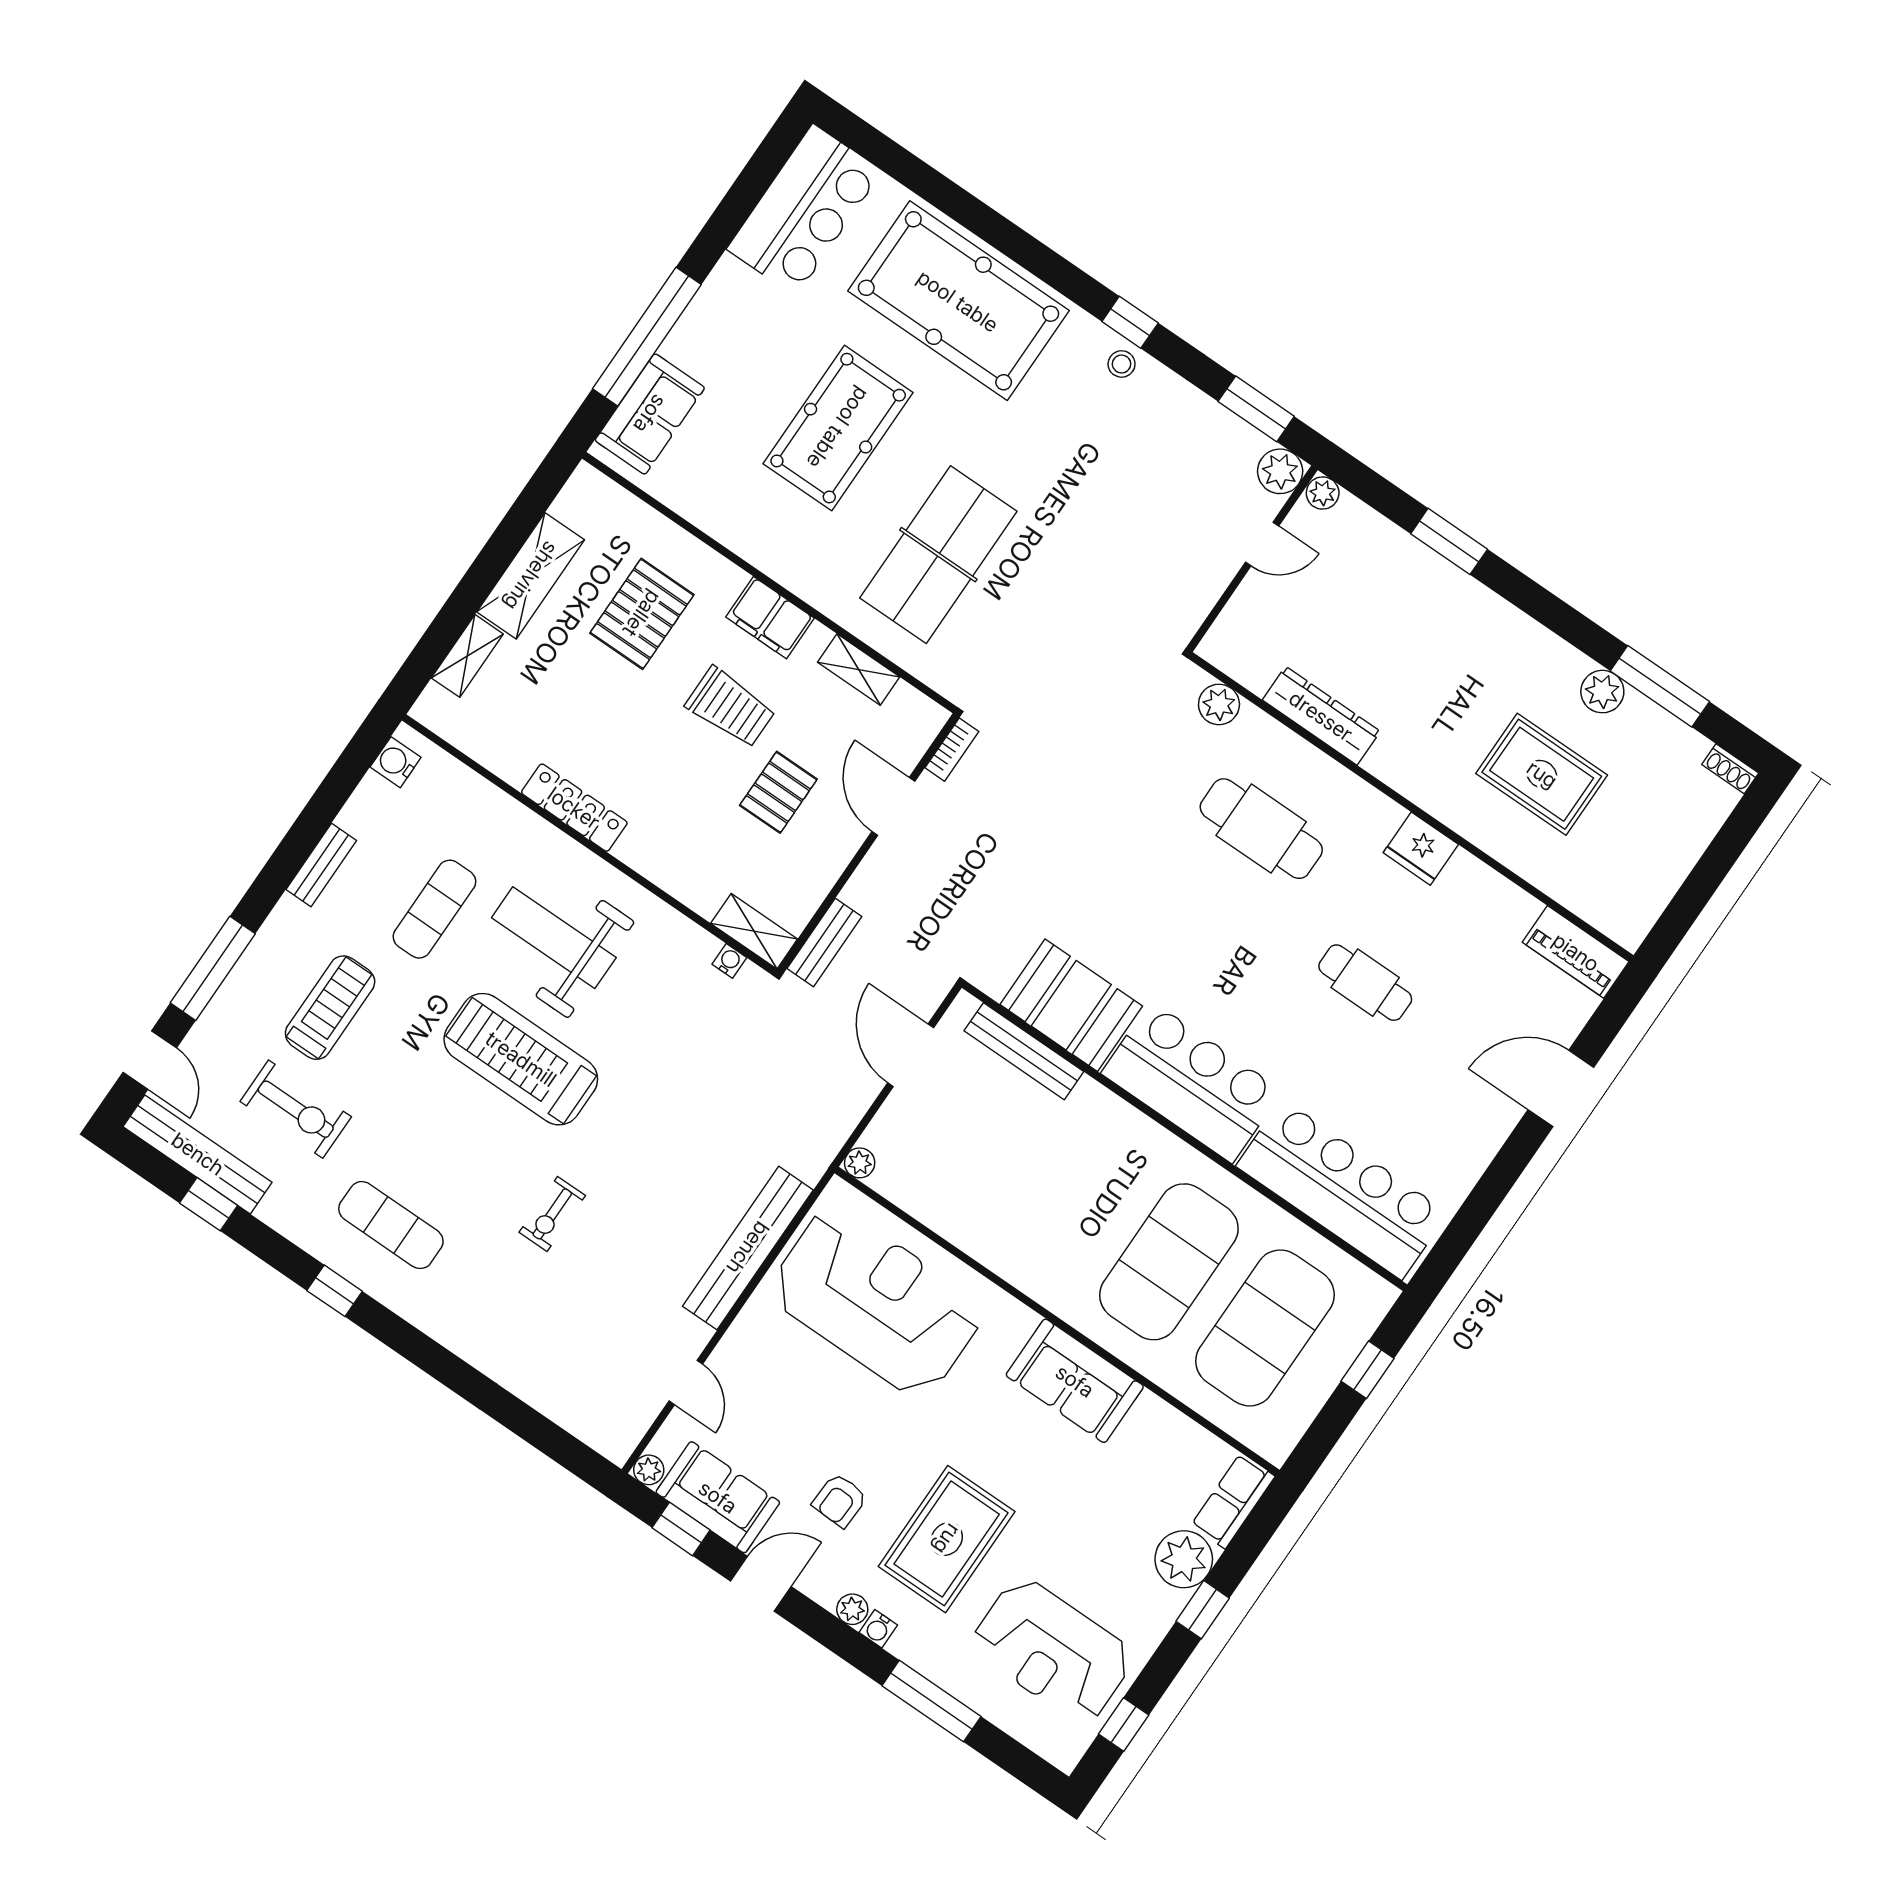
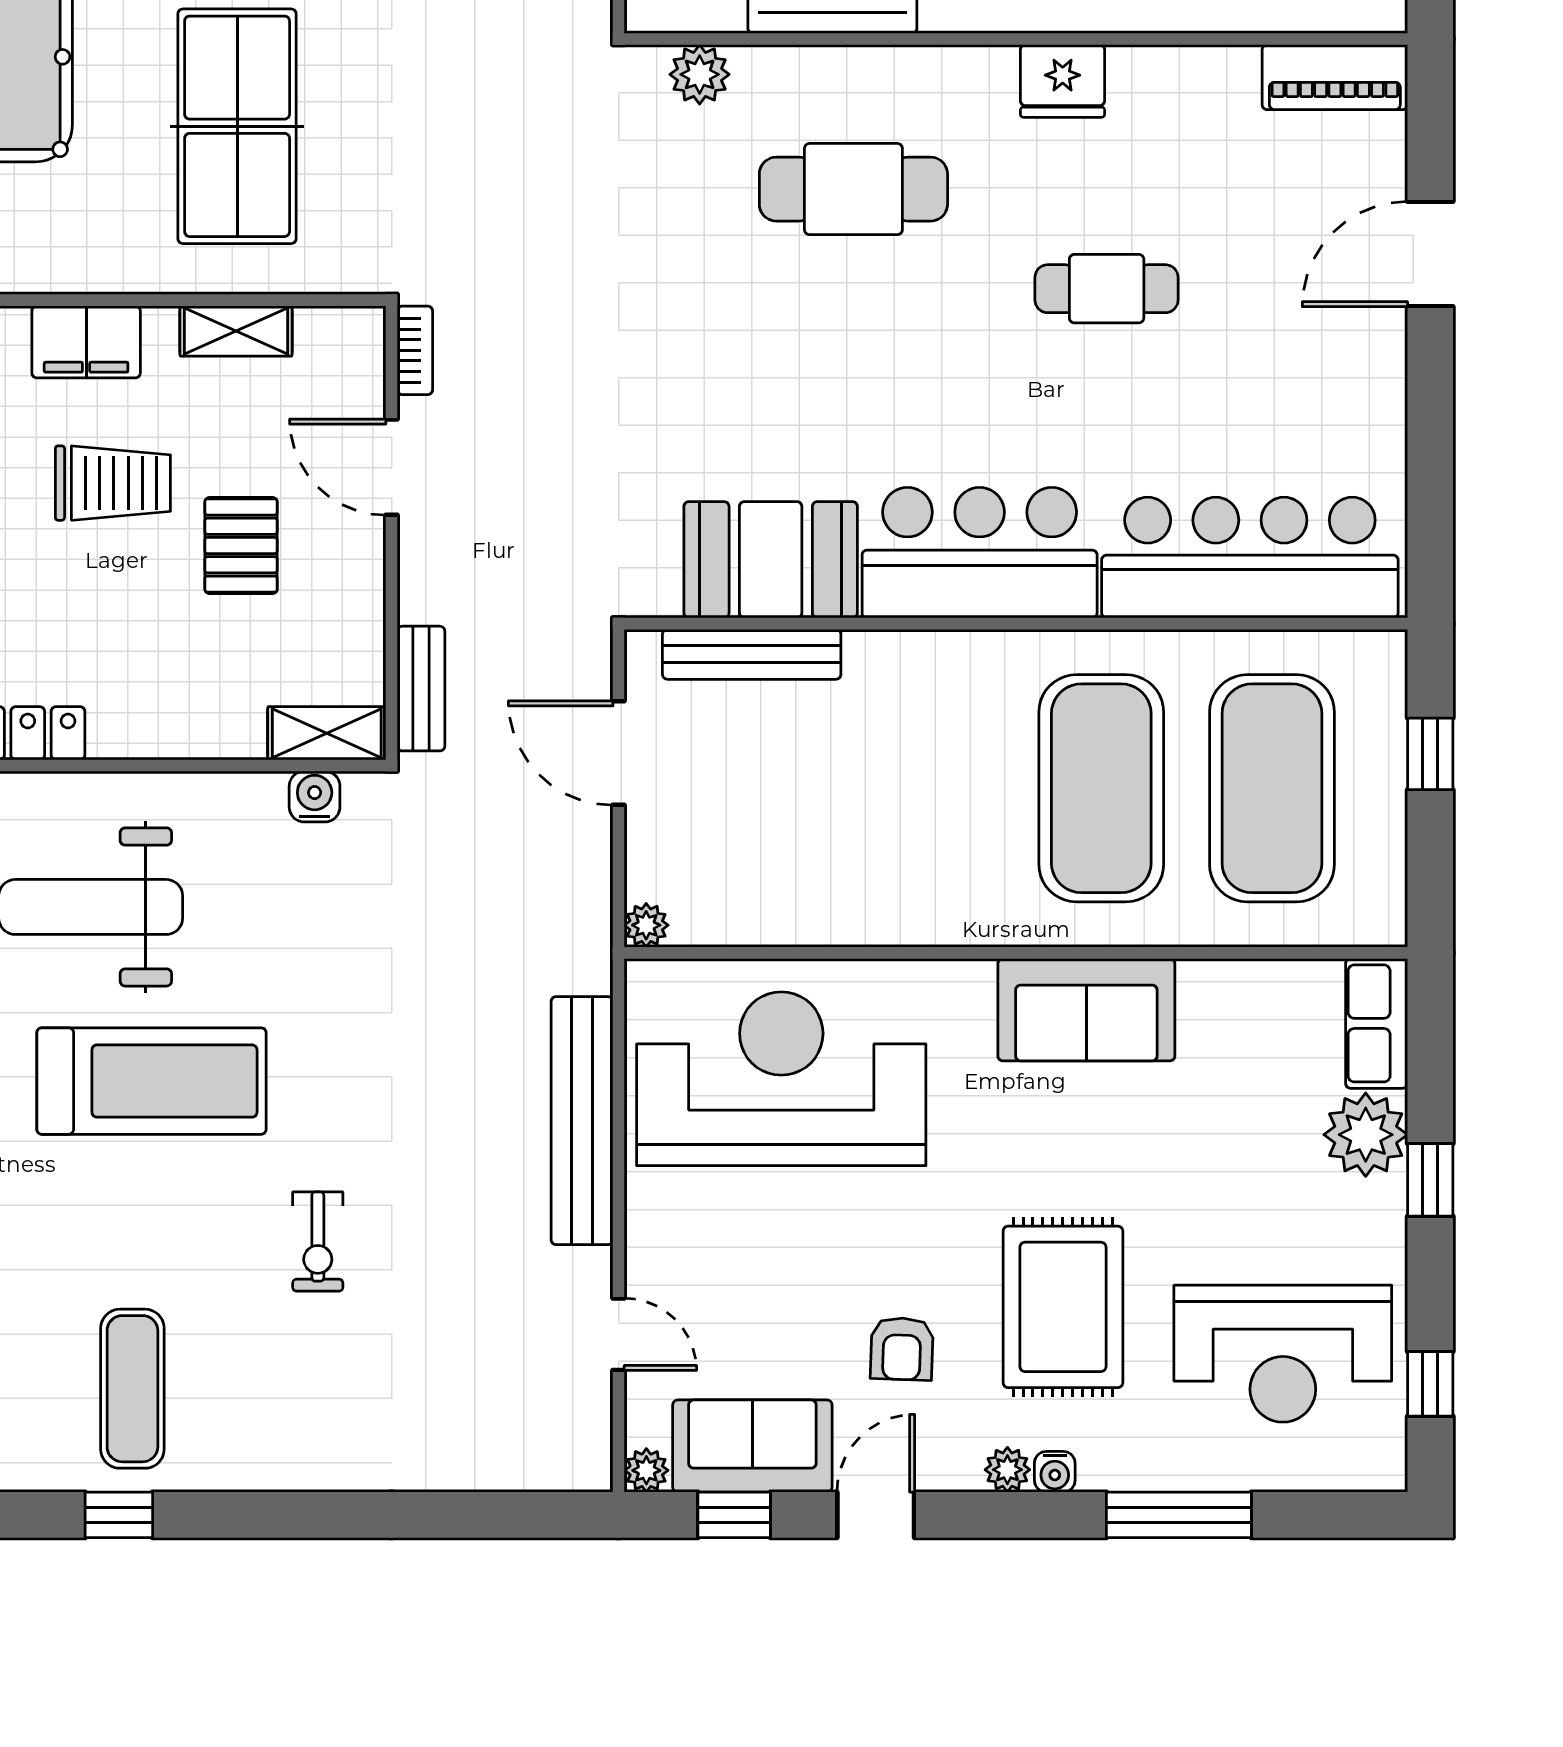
water cooler: (729, 961) -> (315, 797), width x1.38, depth x1.38
treadmill: (521, 1059) -> (152, 1081), turned 180
exercise mat: (391, 1225) -> (132, 1389), turned 90

